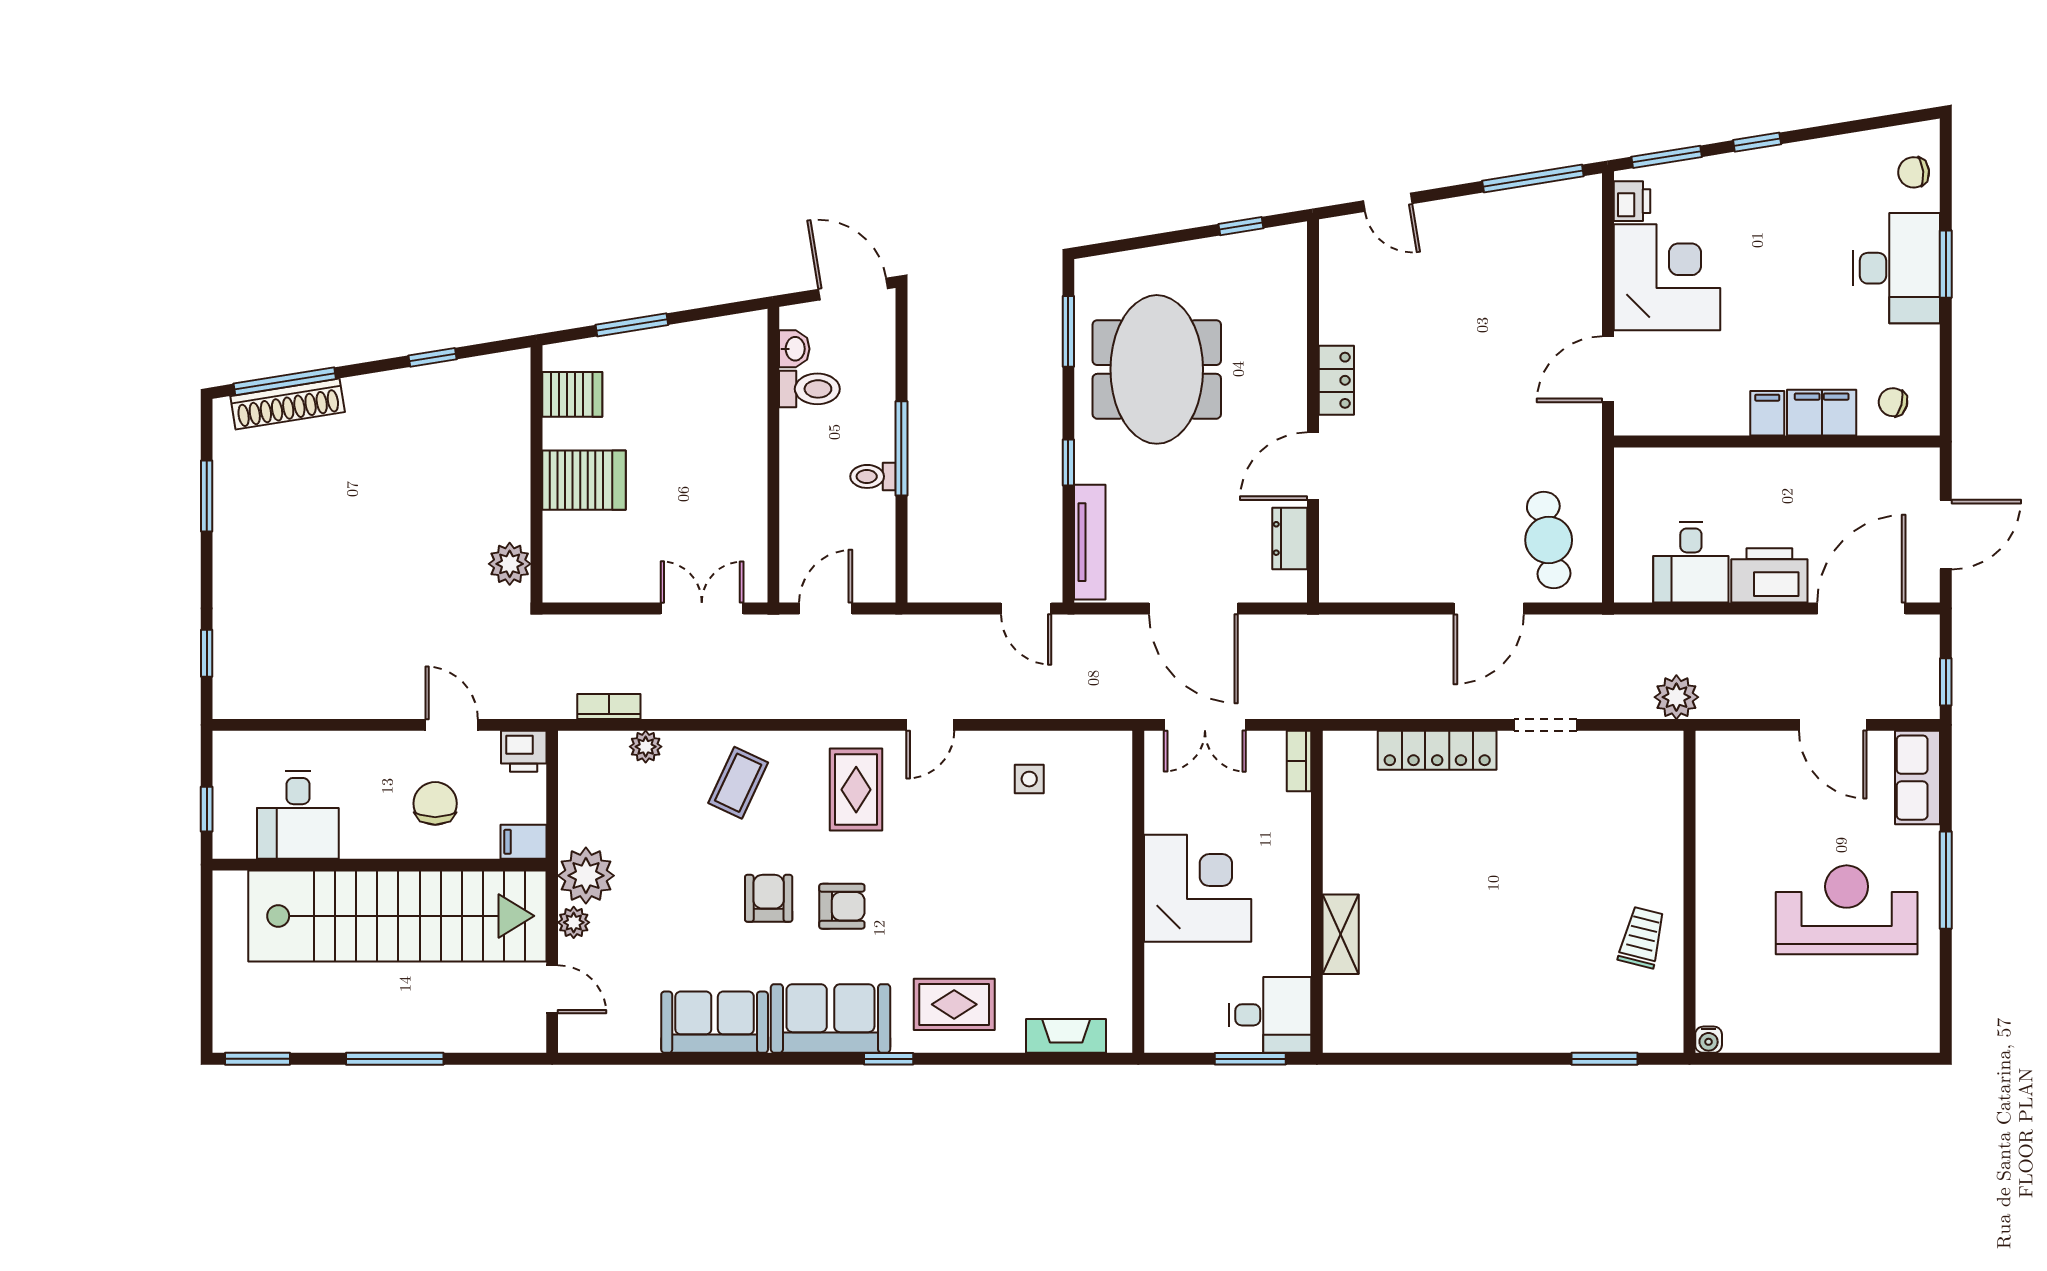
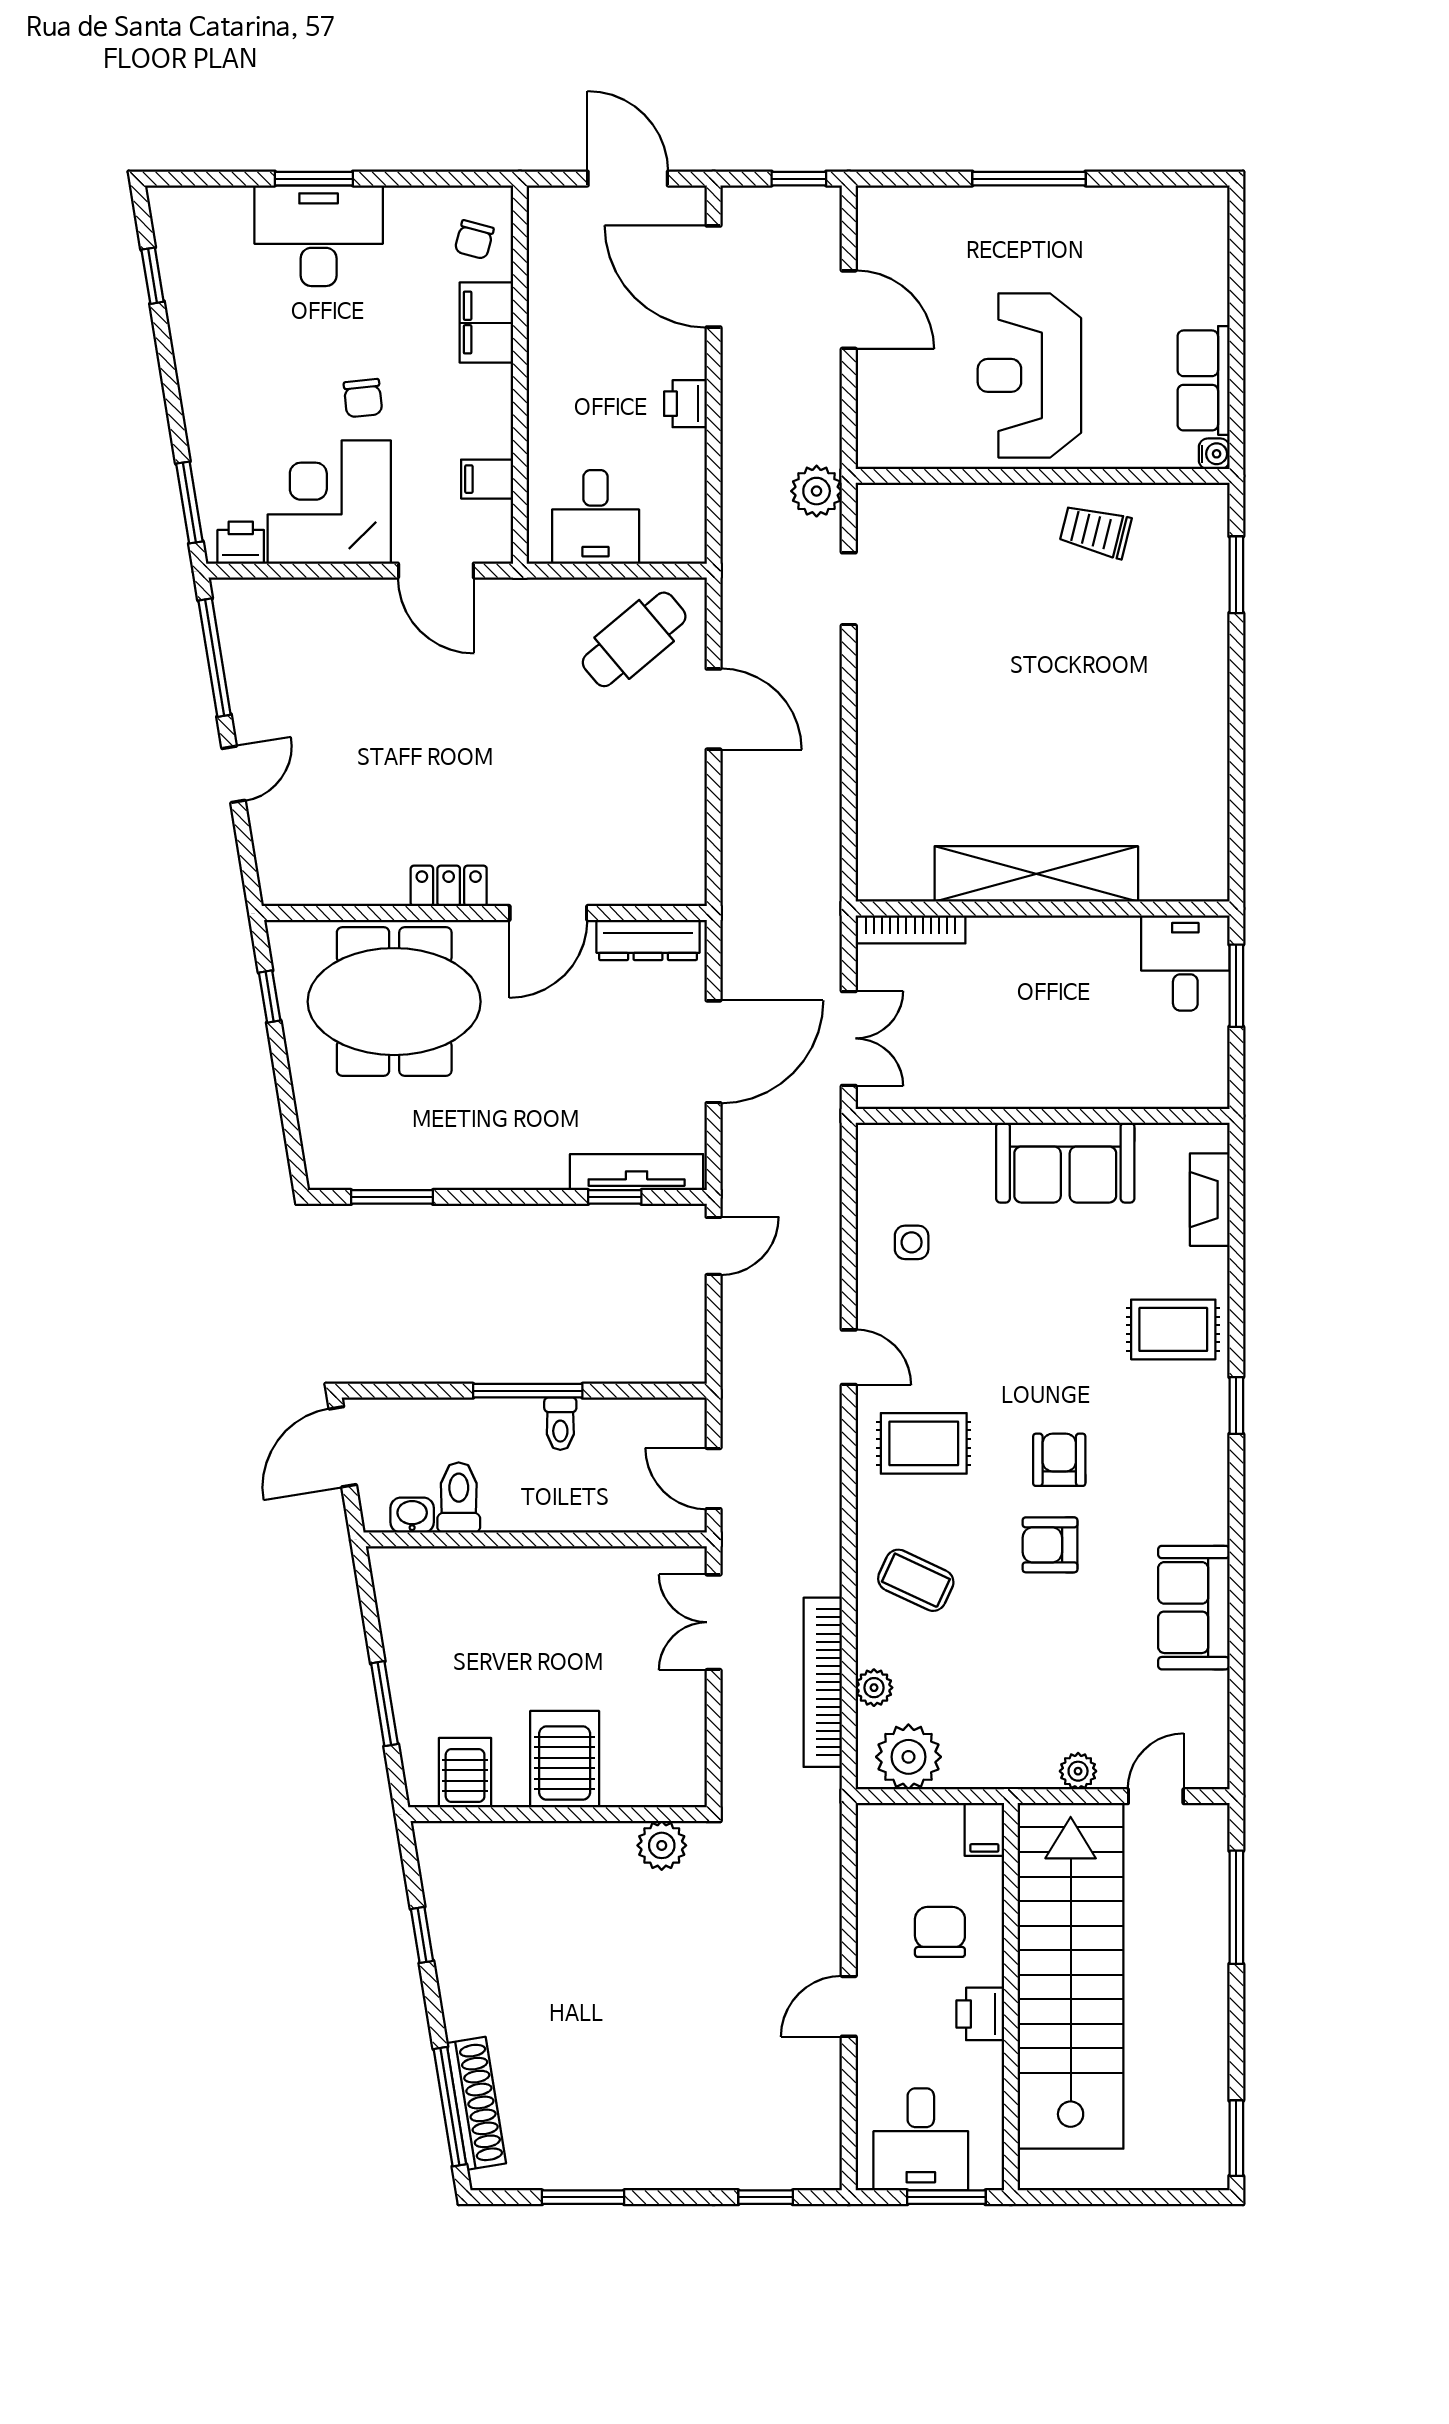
window: (1757, 142) -> (153, 276), moved
chair: (1914, 172) -> (363, 398), moved
door: (1388, 202) -> (234, 774), moved
meeting table: (1157, 369) -> (394, 1002), moved
filing cabinet: (1767, 413) -> (487, 479), moved
window: (1068, 463) -> (615, 1197), moved
door: (1313, 466) -> (548, 913), hinge flipped
dresser: (1290, 538) -> (648, 940), width x1.44
cafe table: (1549, 540) -> (634, 639), turned -31
desk: (1691, 562) -> (596, 517), moved, turned 90
printer: (1769, 575) -> (685, 404), width x0.53, depth x0.68
bookcase: (609, 706) -> (823, 1682), width x2.31, depth x1.31
door: (452, 725) -> (849, 2006), moved
doorway: (1546, 725) -> (849, 589), moved
door: (1833, 725) -> (849, 310), hinge flipped
locker: (1437, 750) -> (878, 769), removed
printer: (524, 751) -> (980, 2014), moved, turned 180
bookcase: (1299, 761) -> (910, 929), width x1.56
row of seats: (1917, 778) -> (1204, 380), moved, turned 90
chair: (435, 803) -> (940, 1932), turned 90
window: (207, 809) -> (946, 2197), width x1.50
desk: (298, 815) -> (921, 2139), moved, turned 90
plant: (586, 876) -> (908, 1757), moved
corner desk: (1198, 888) -> (1038, 1047), removed
reception desk: (1847, 910) -> (1029, 375), moved
shelving: (1341, 934) -> (1036, 874), width x2.20, depth x1.33
rug: (954, 1004) -> (1173, 1329), turned 90
sofa: (830, 1018) -> (1065, 1163), moved, turned -90
window: (395, 1059) -> (1236, 1907), moved

